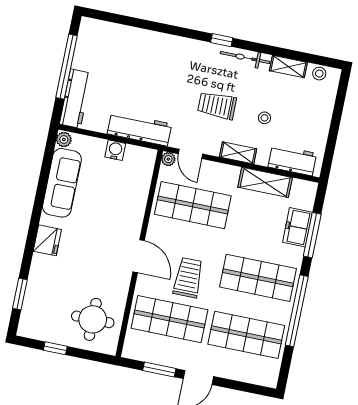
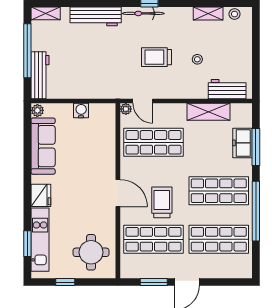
bicycle: (245, 58) -> (143, 13), moved
workbench: (139, 129) -> (96, 16), moved, turned 180
shelving: (238, 153) -> (46, 13), moved
kitchen unit: (36, 292) -> (40, 240), added

